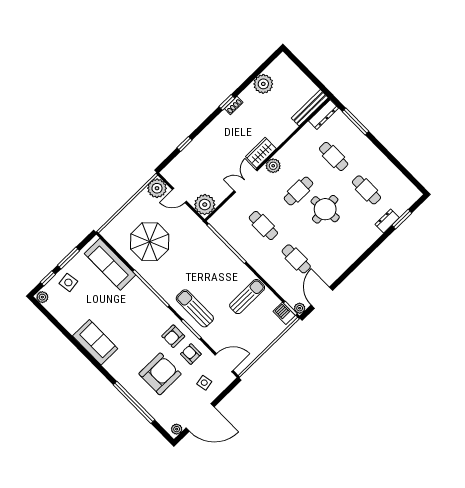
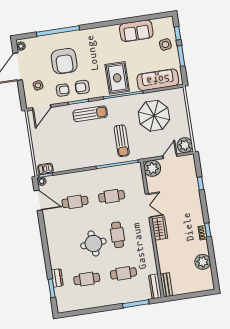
bench: (310, 108) -> (166, 285), width x0.73
plant: (273, 166) -> (145, 230), removed
plant: (42, 297) -> (168, 21), removed
sun lounger: (247, 297) -> (122, 141), moved
rug: (138, 307) -> (117, 78), added
armchair: (173, 336) -> (82, 87), turned -90
sofa: (95, 342) -> (136, 31), moved

